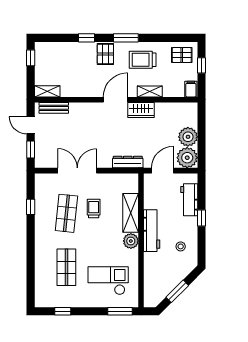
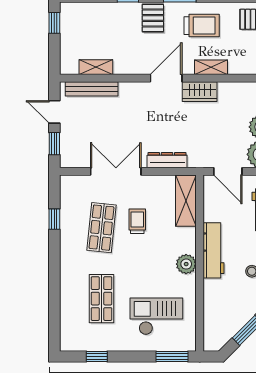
trolley: (143, 60) -> (202, 26), turned 180
shelving: (47, 91) -> (96, 67), moved
bench: (54, 108) -> (92, 89), width x1.36
dresser: (128, 162) -> (167, 160), moved
door: (162, 171) -> (228, 171), swing flipped
shelving: (131, 213) -> (186, 201), moved

